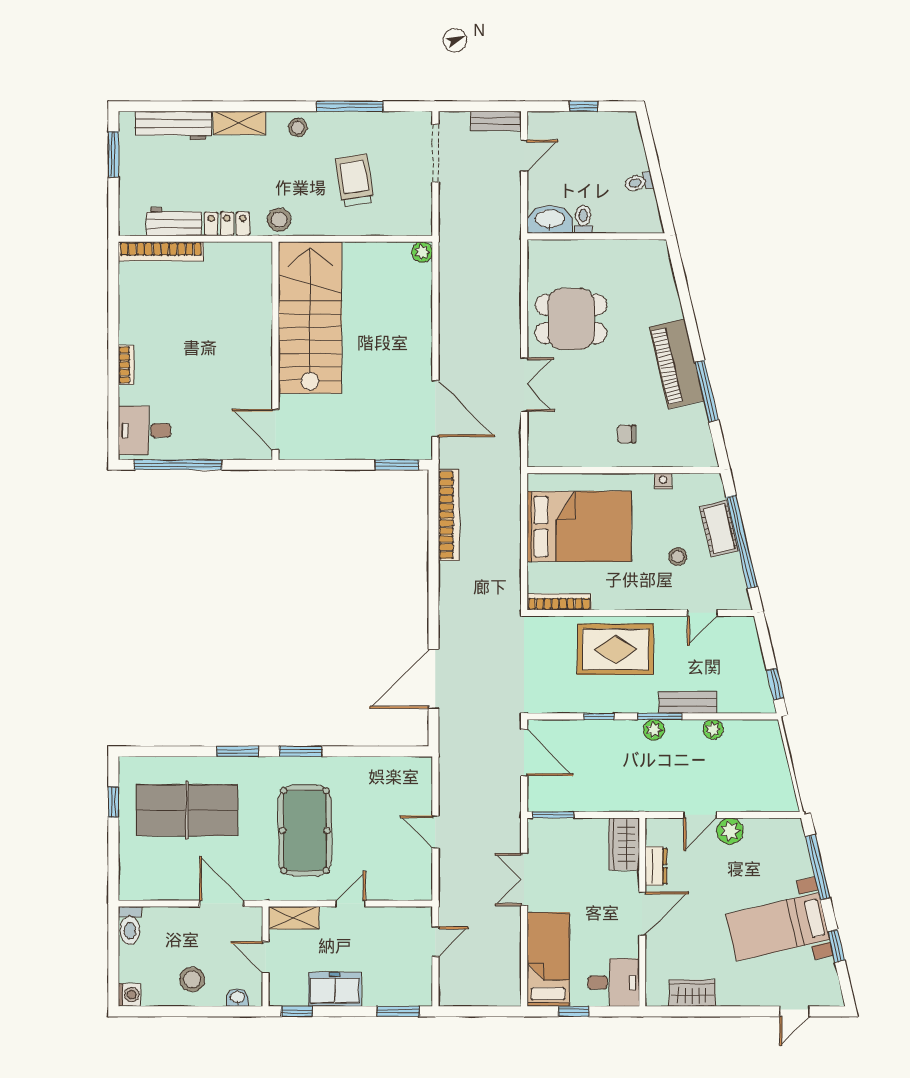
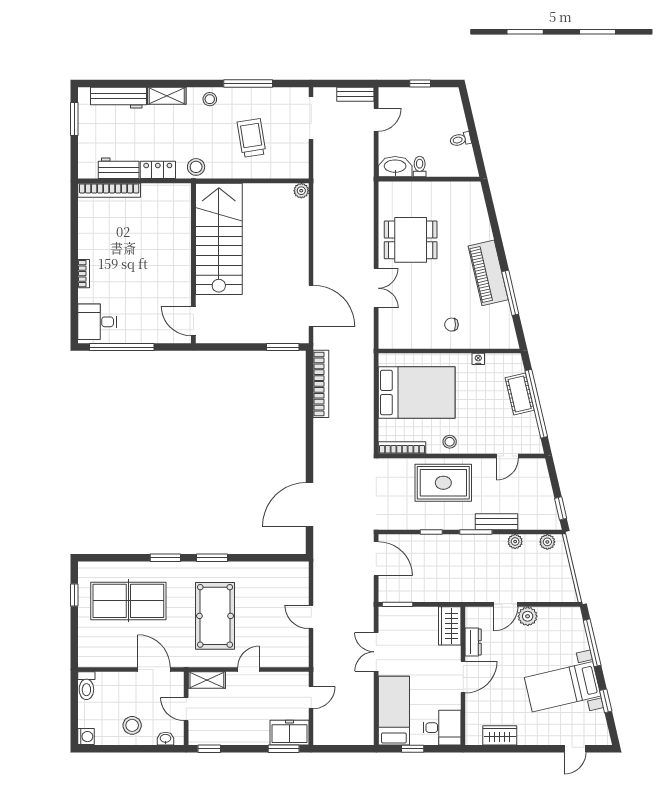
stool: (678, 556) -> (450, 442), moved
plant: (654, 730) -> (547, 542), moved
freezer: (335, 989) -> (289, 733), moved

